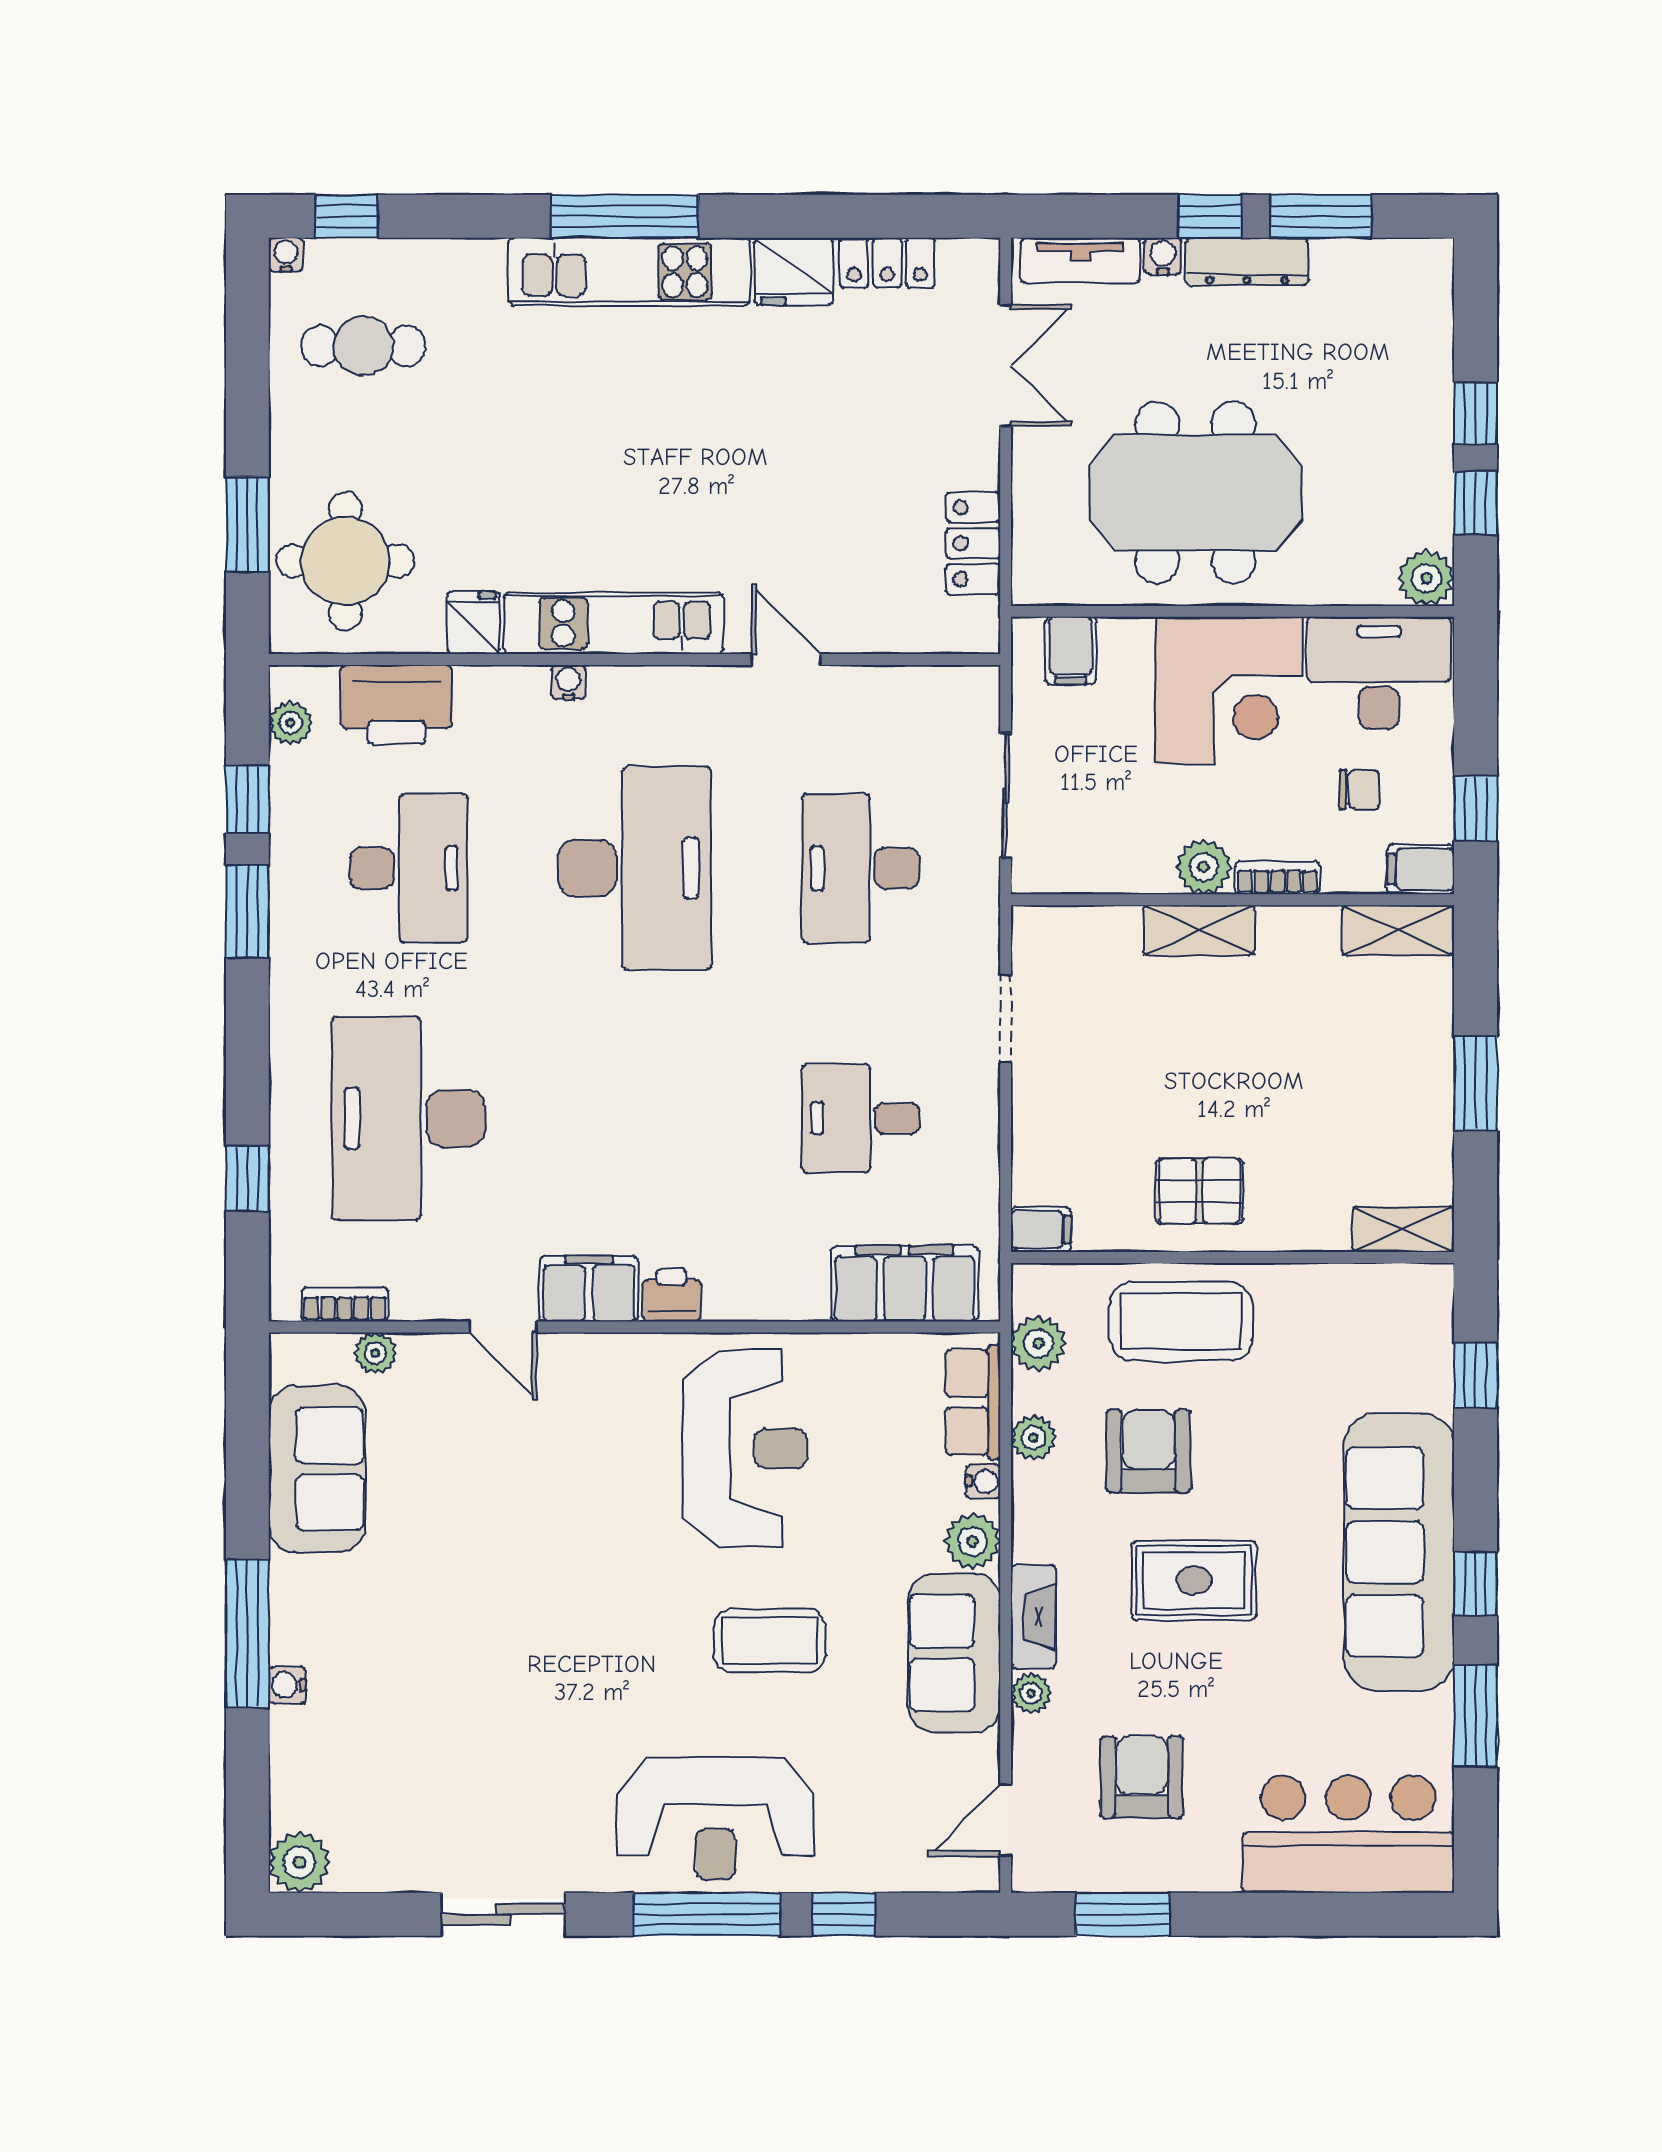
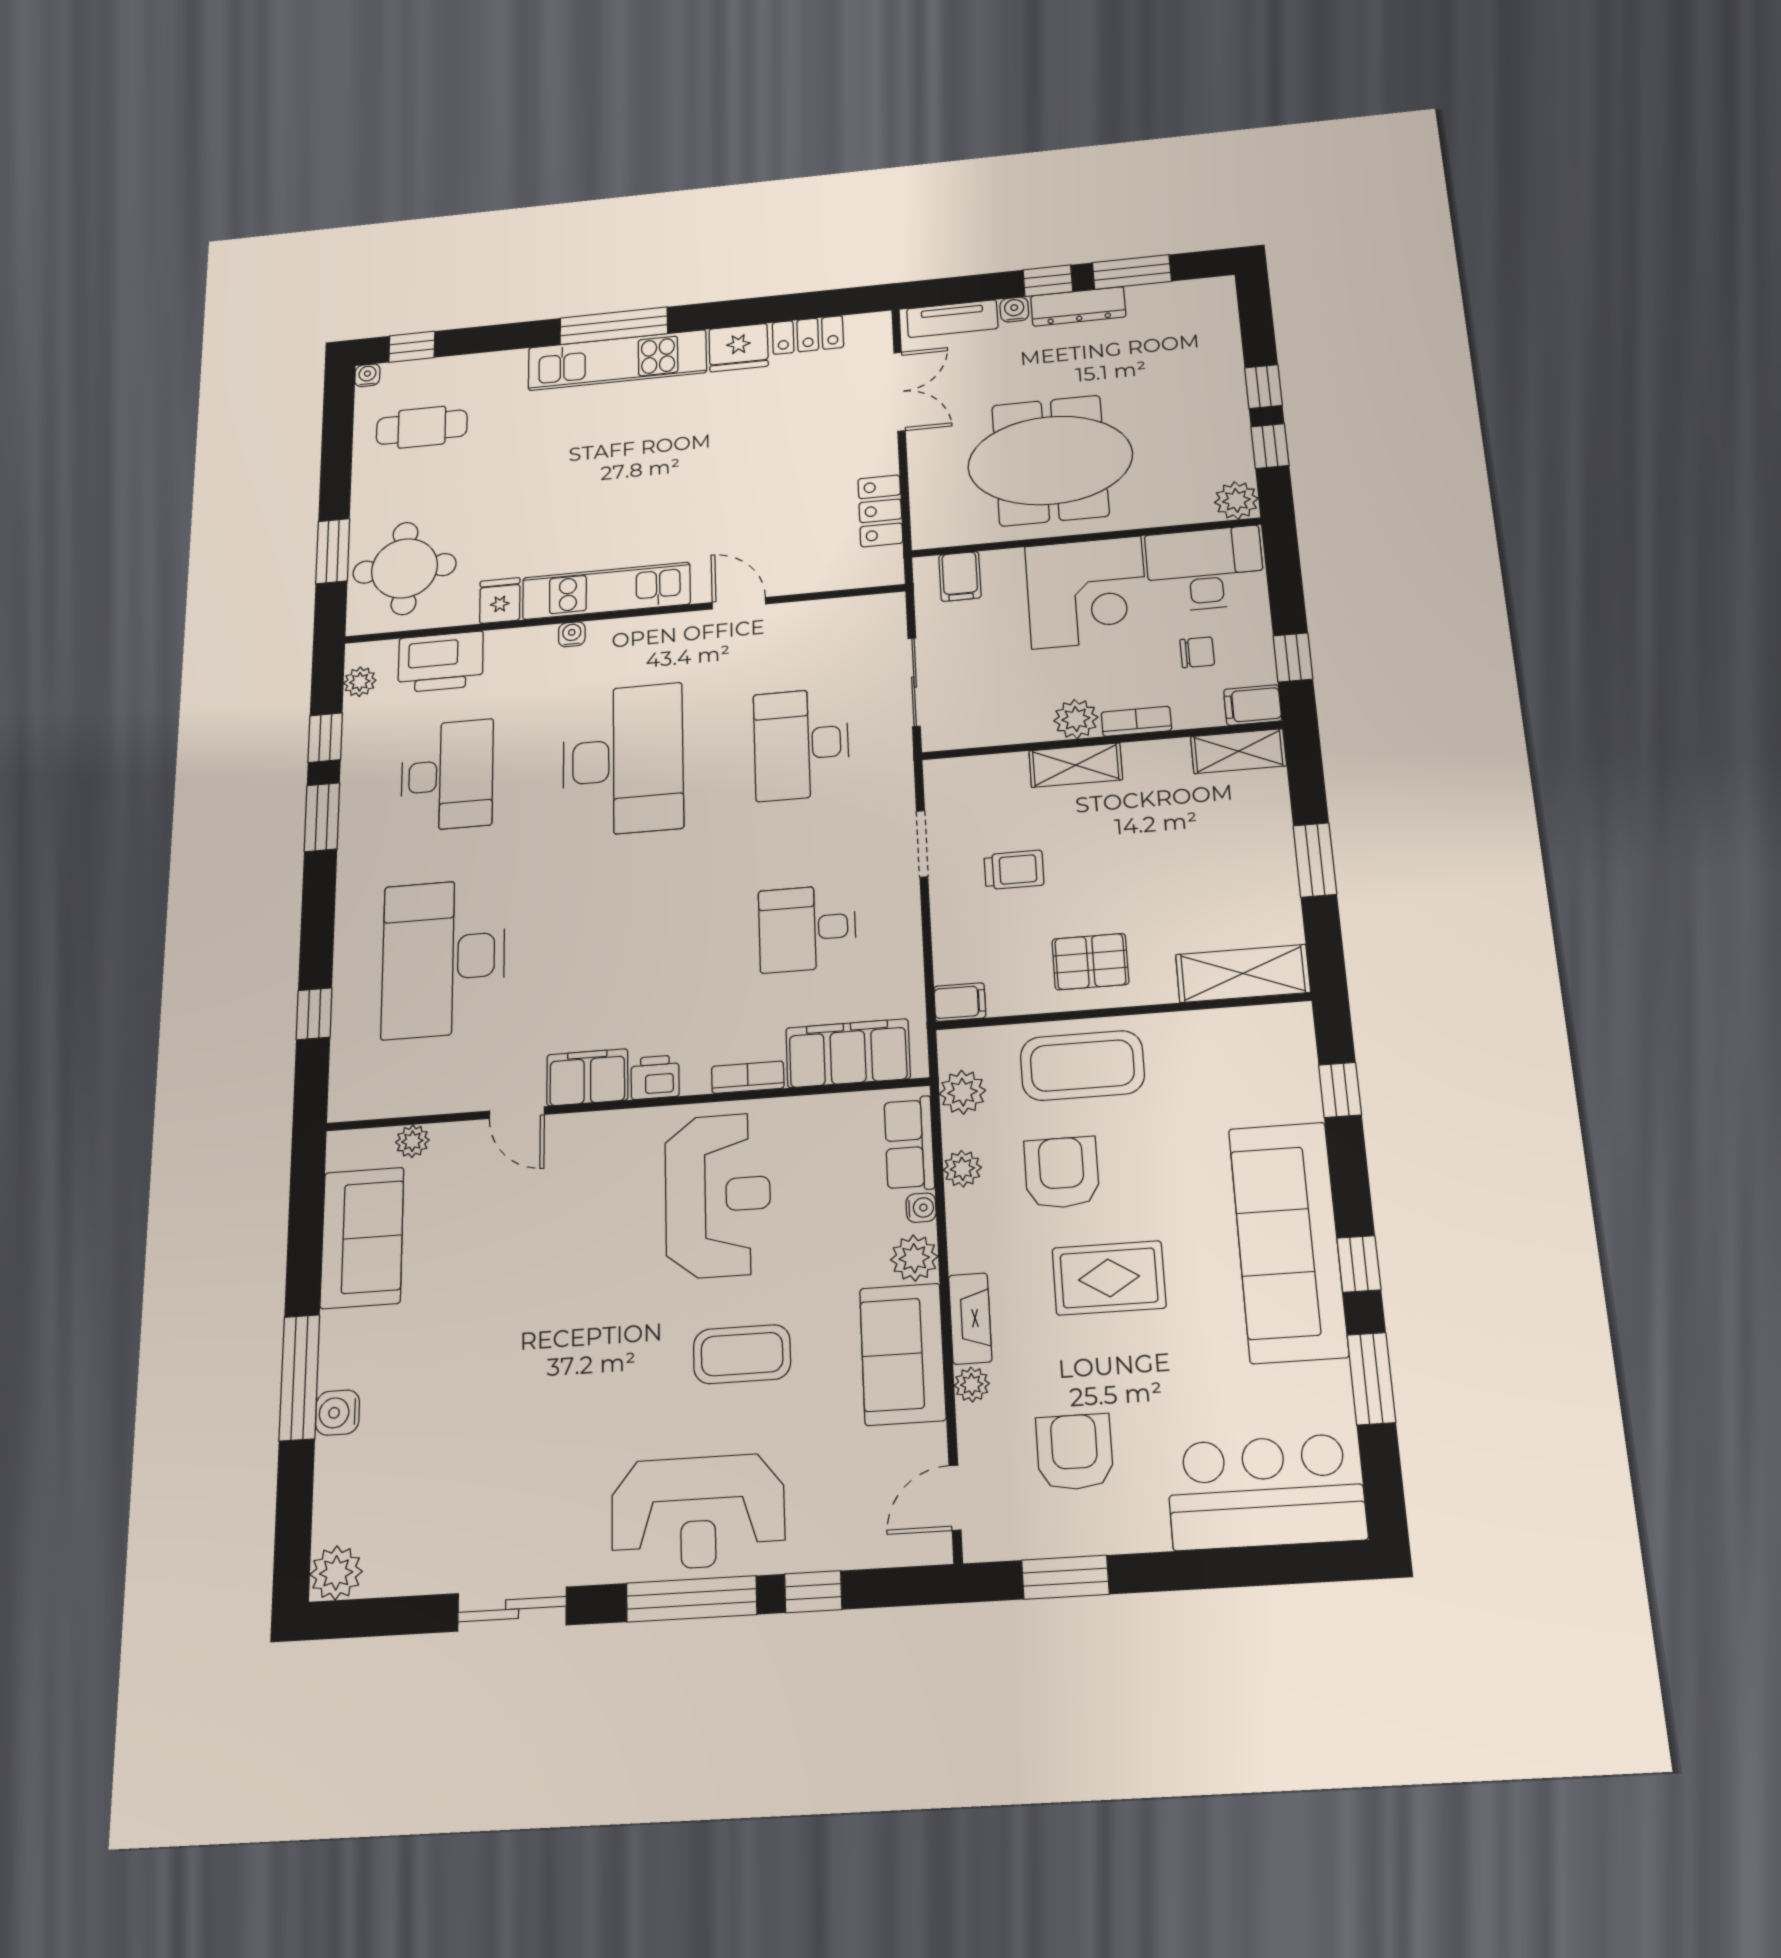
trolley: (1115, 1064) -> (1014, 870), added
shelving: (1403, 1229) -> (1243, 973), width x1.50, depth x1.33
bookcase: (345, 1304) -> (748, 1077), moved
water cooler: (287, 1685) -> (338, 1413), width x1.38, depth x1.38

